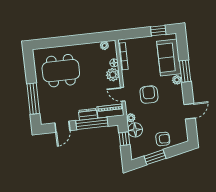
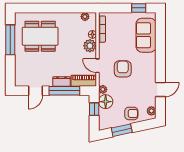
window: (185, 71) -> (160, 50), removed
plant: (177, 80) -> (151, 111), moved
window: (33, 99) -> (10, 40), moved

